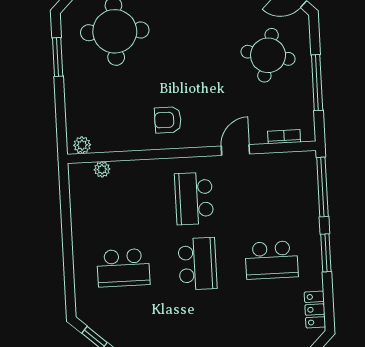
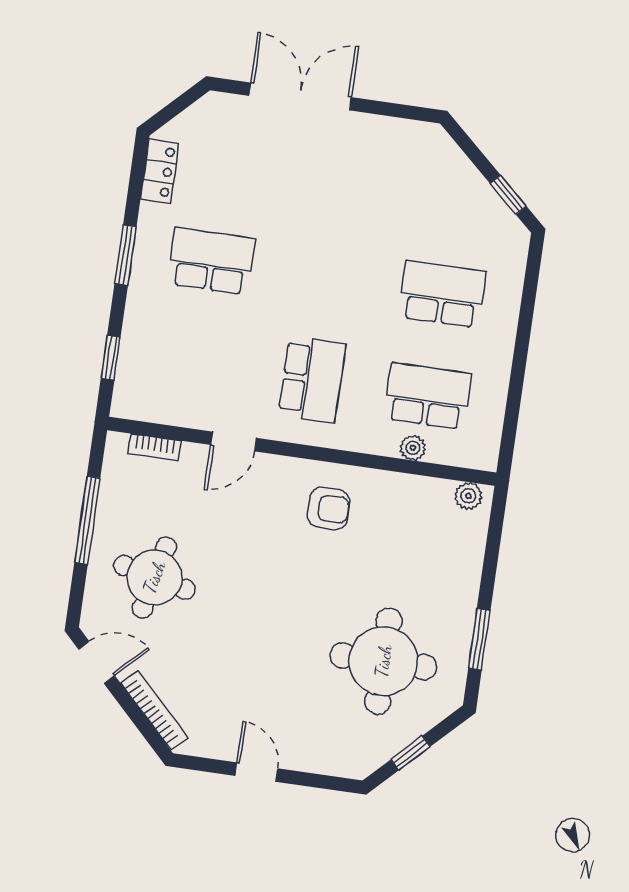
plant: (102, 169) -> (413, 448), moved
window: (322, 187) -> (111, 358), width x0.46
school desk: (197, 264) -> (428, 396), moved, turned 90

